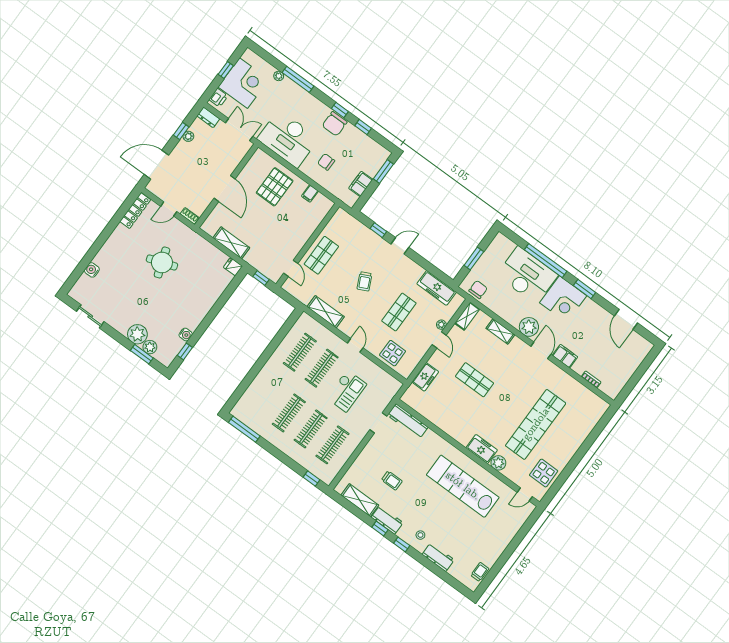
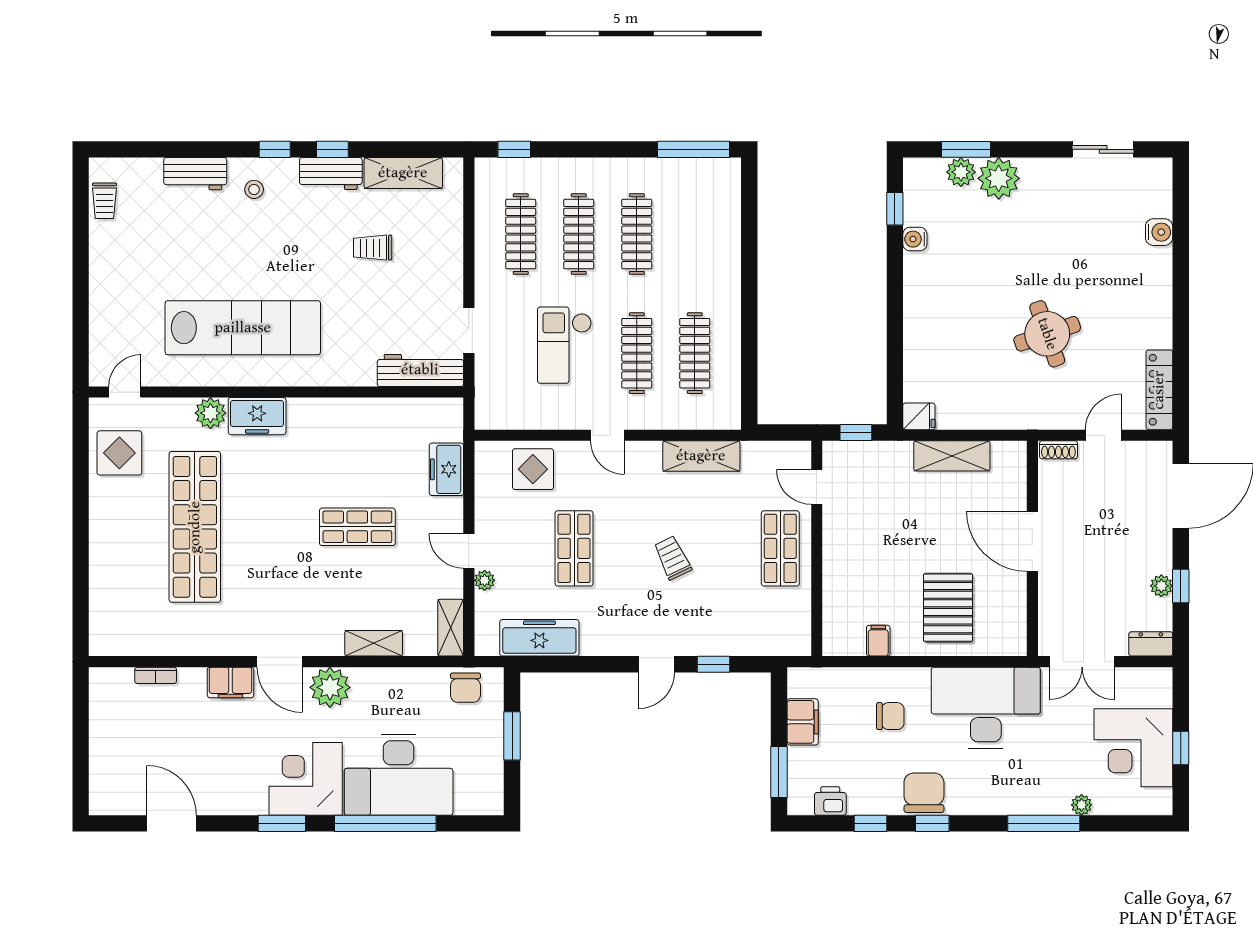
printer: (218, 98) -> (830, 801), moved, turned 90

